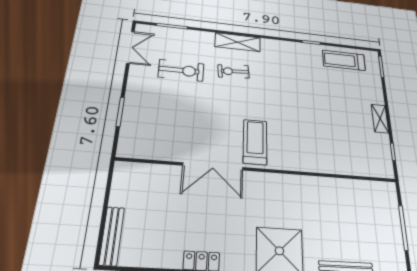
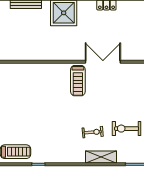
shelving: (238, 42) -> (101, 157), moved

